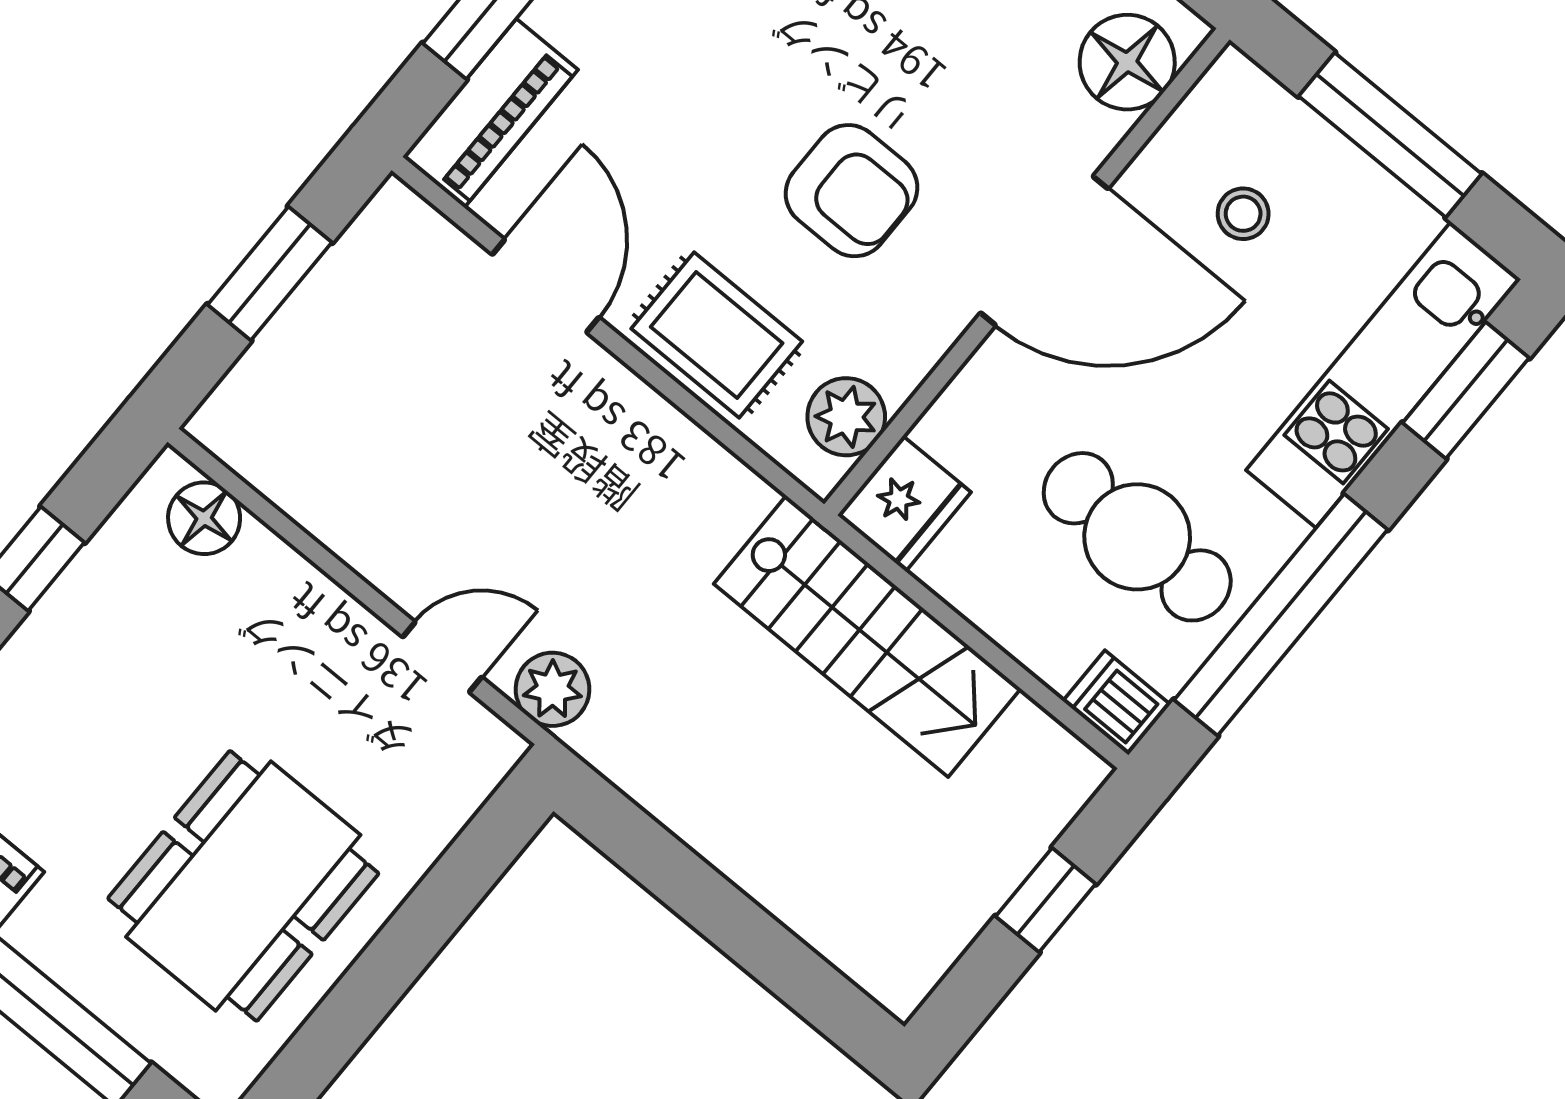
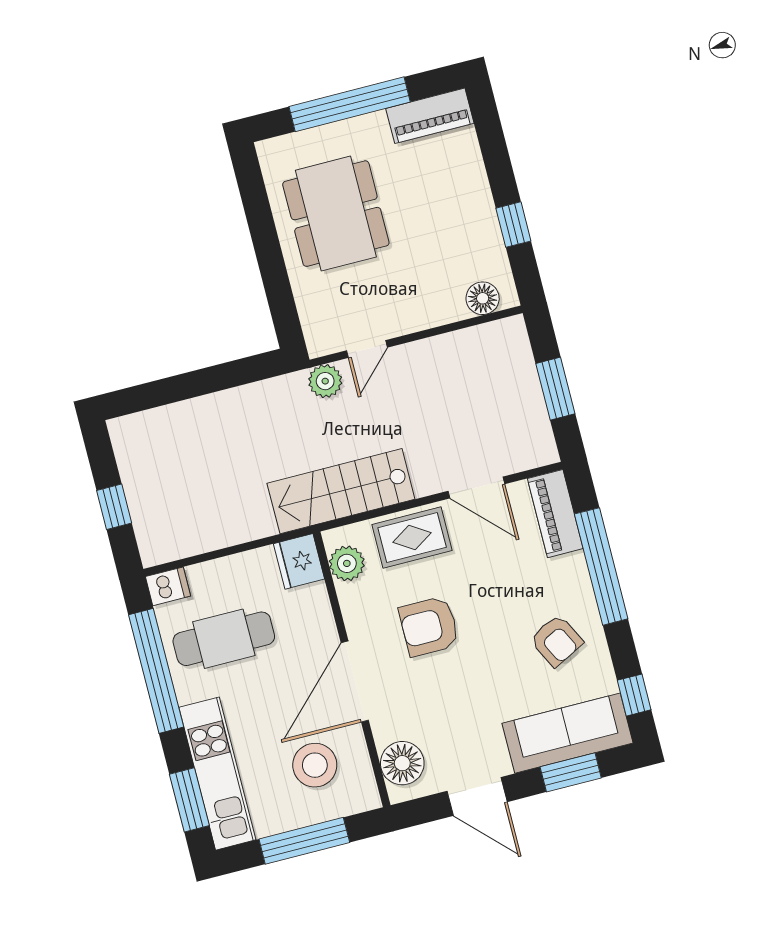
stool: (1243, 214) -> (315, 765), width x1.89, depth x1.89
stairs: (867, 636) -> (341, 491), moved

